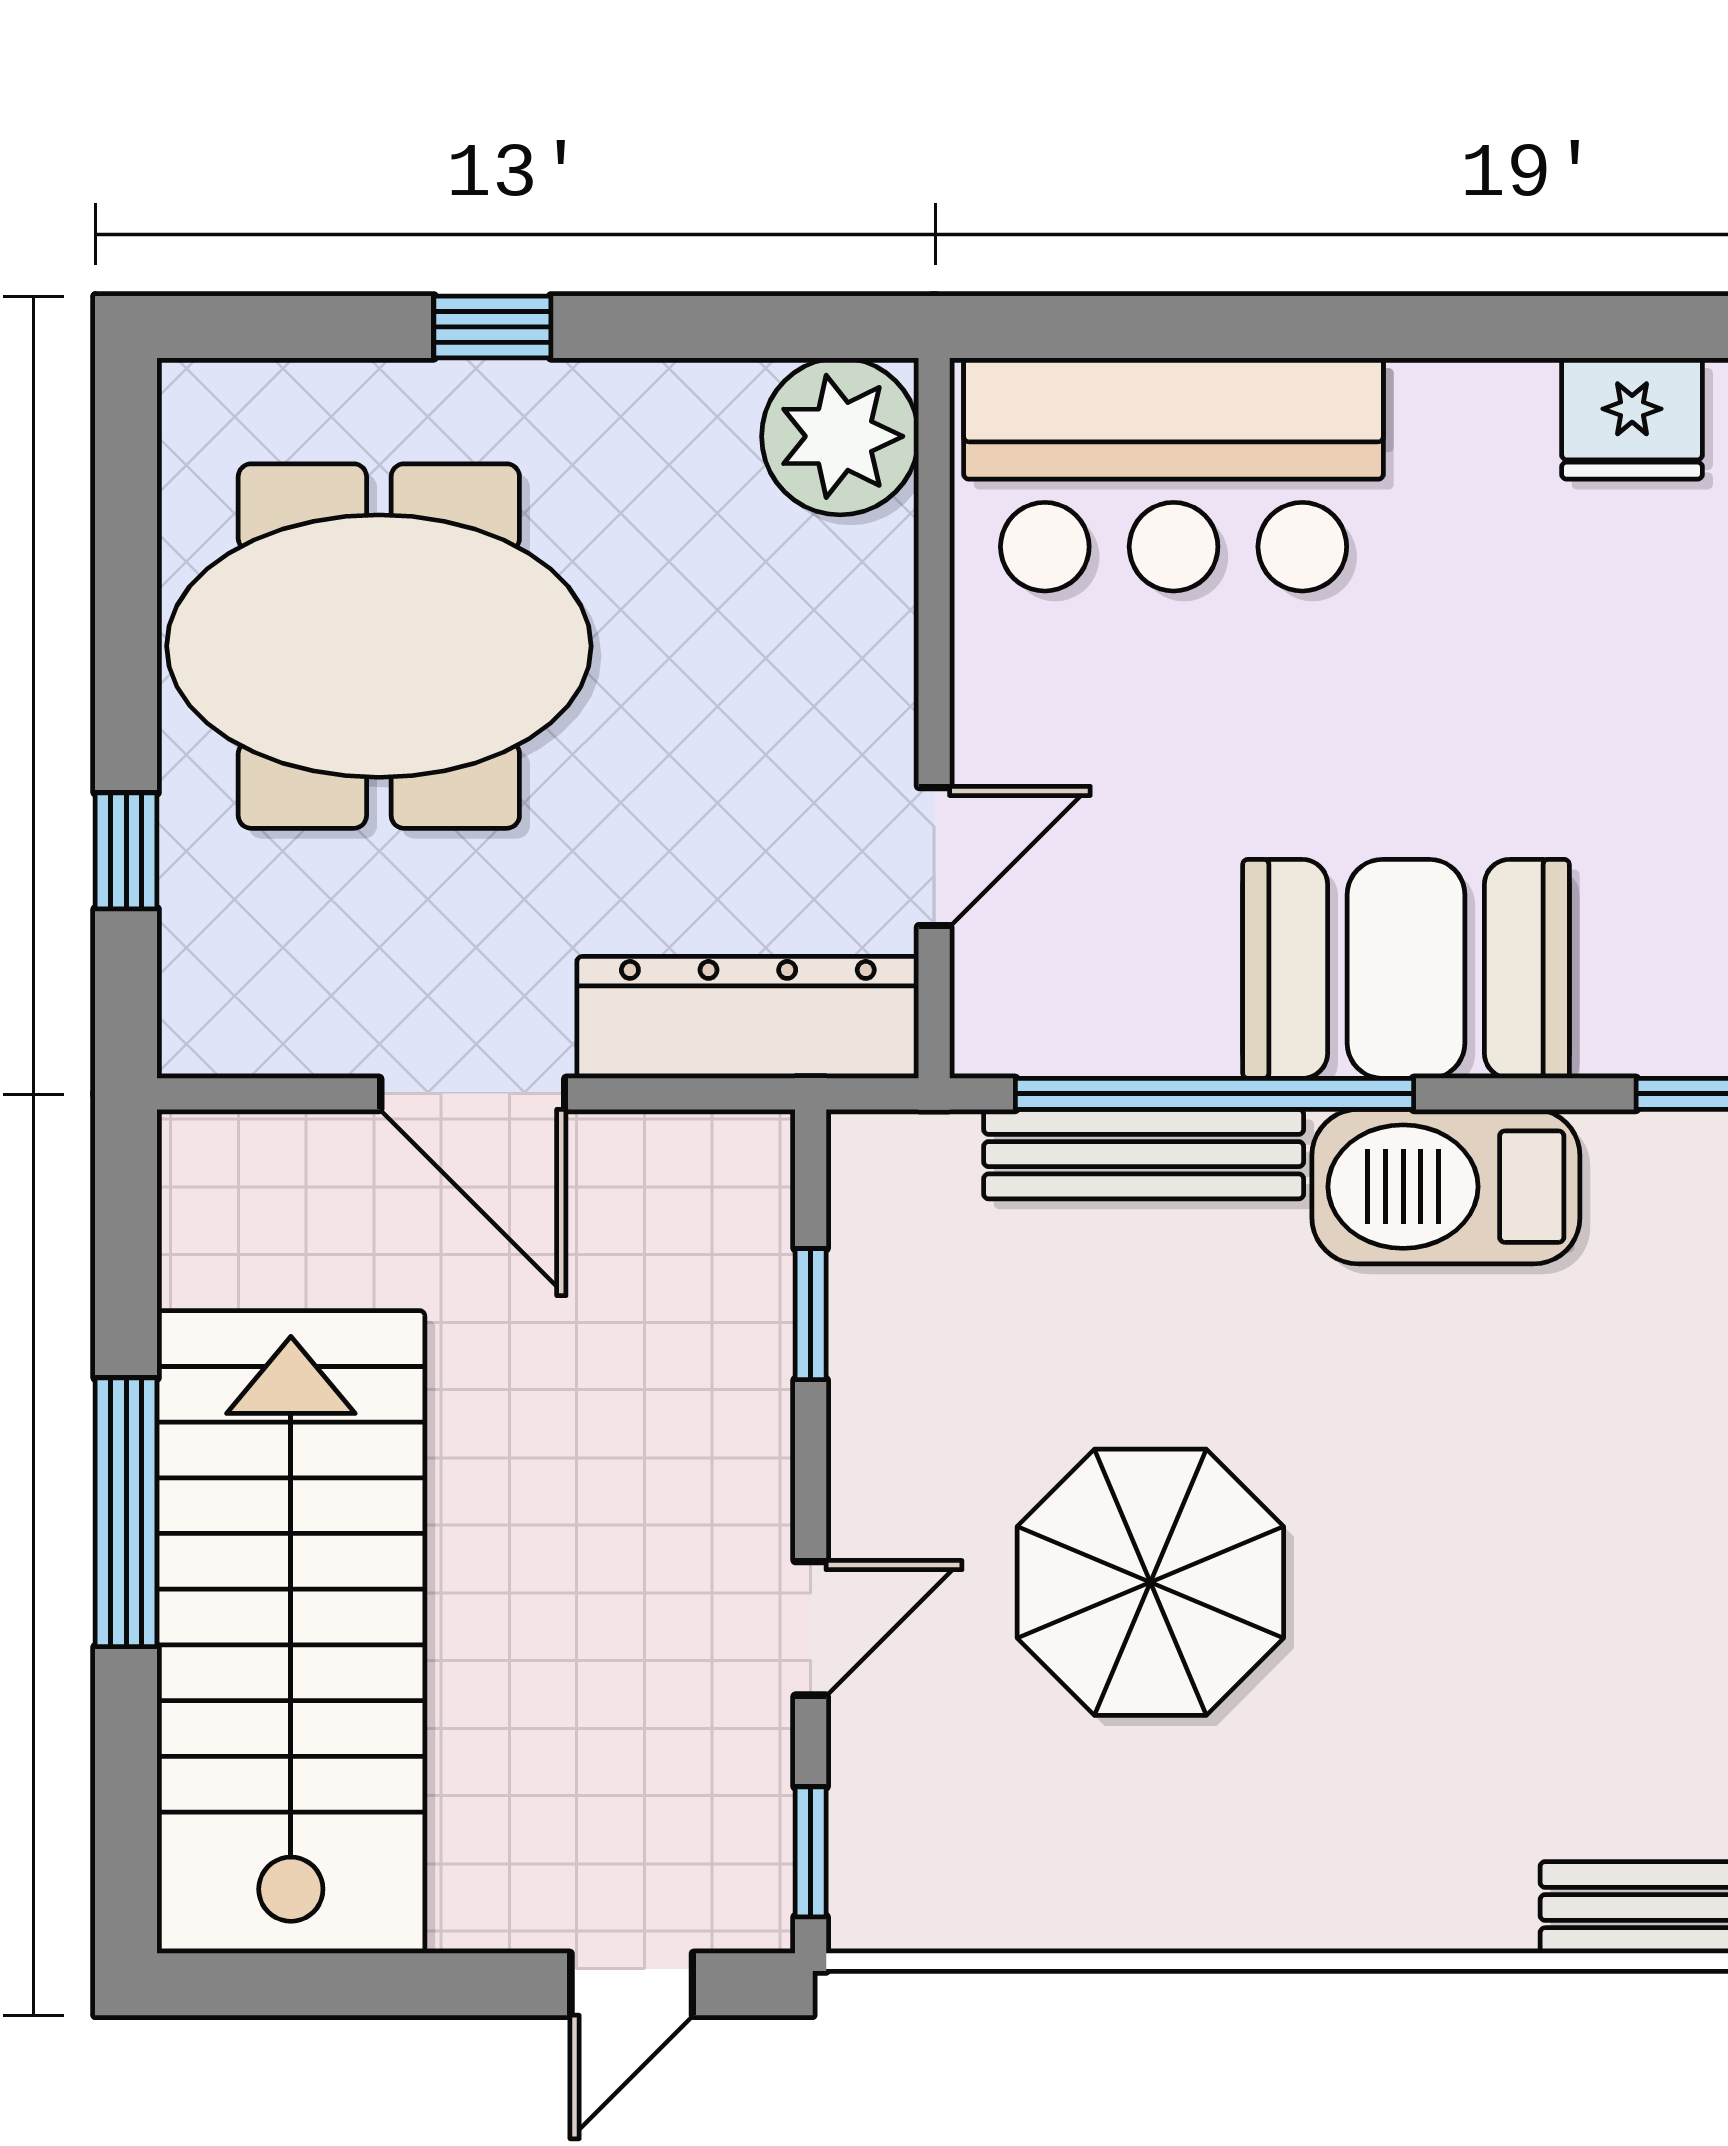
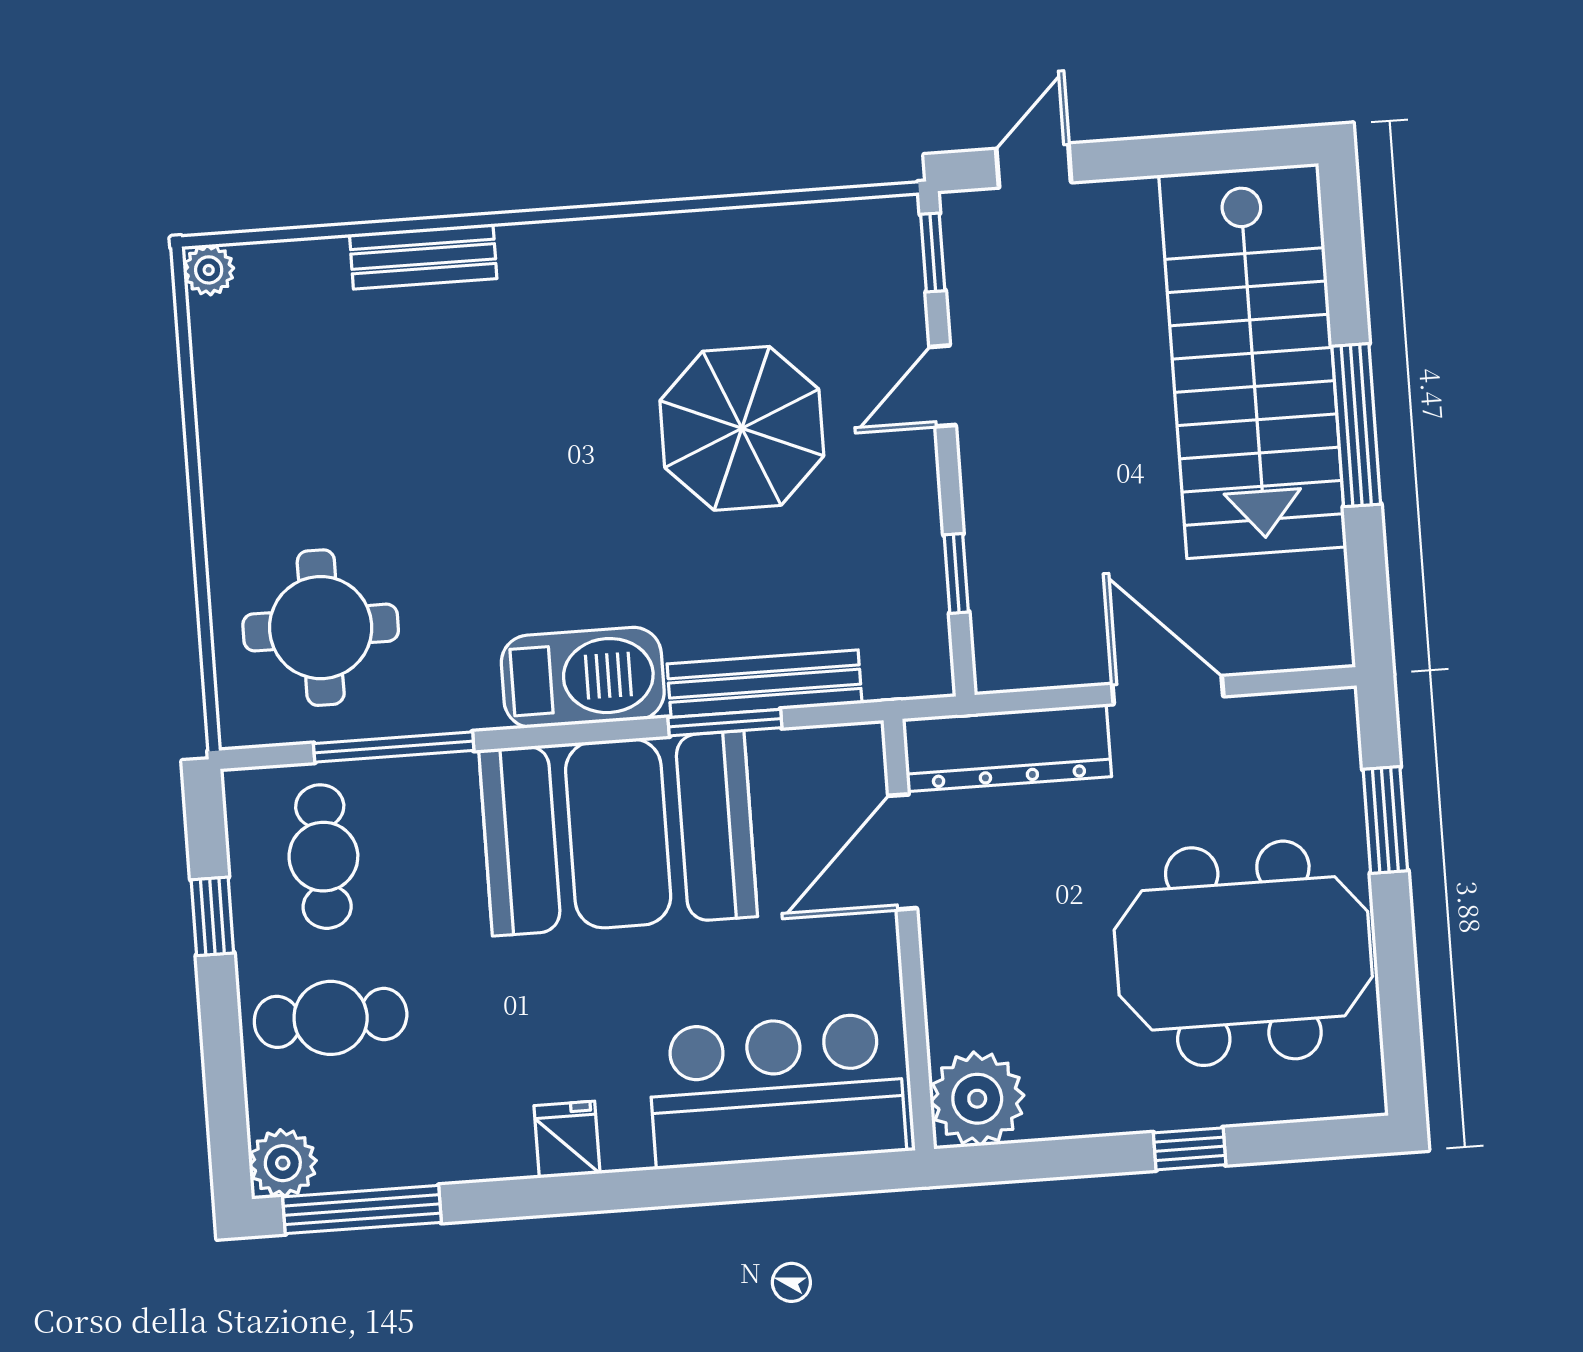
fridge: (1632, 418) -> (567, 1140), moved, width x0.72
window: (126, 851) -> (1385, 820), width x1.50
door: (934, 857) -> (903, 852), width x1.37
booth: (1406, 969) -> (618, 833), width x1.36, depth x1.42
window: (1215, 1094) -> (725, 723), width x0.47

